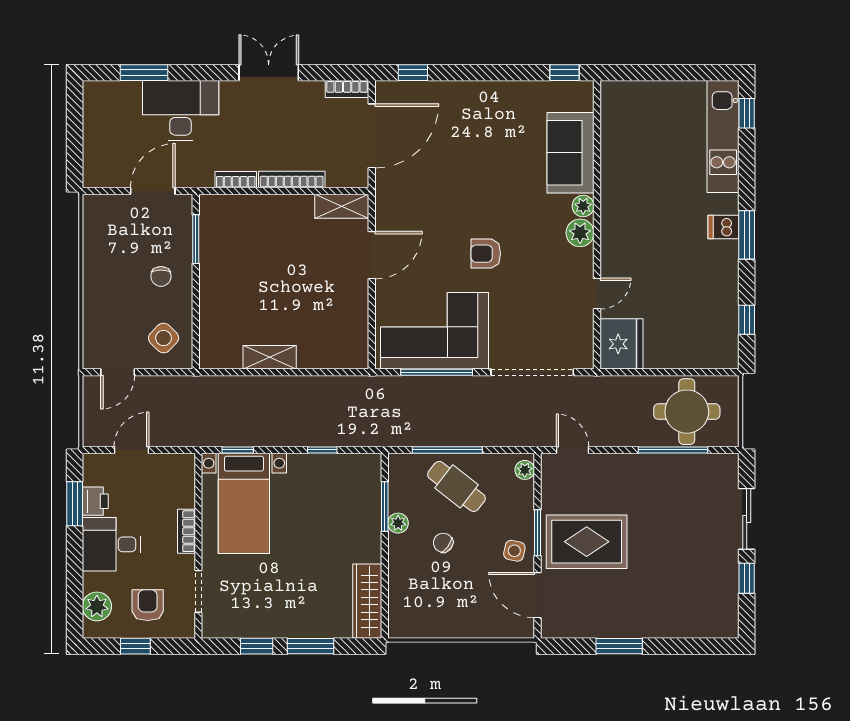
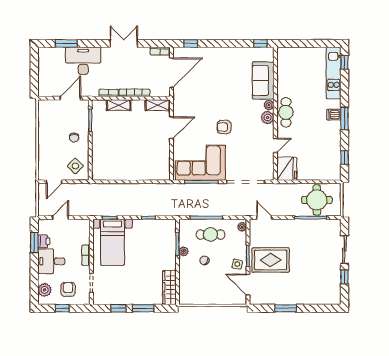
cafe table: (620, 222) -> (286, 112), added
shelving: (270, 357) -> (119, 105), moved
cafe table: (456, 486) -> (211, 234), turned -38

